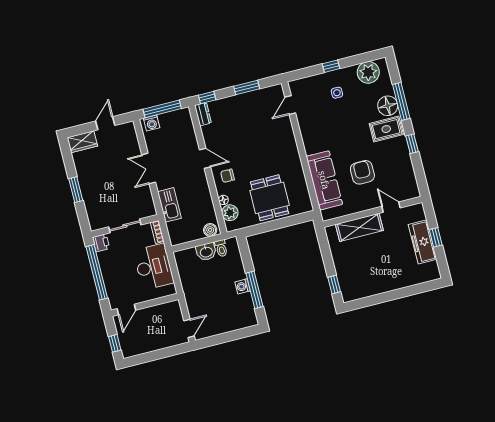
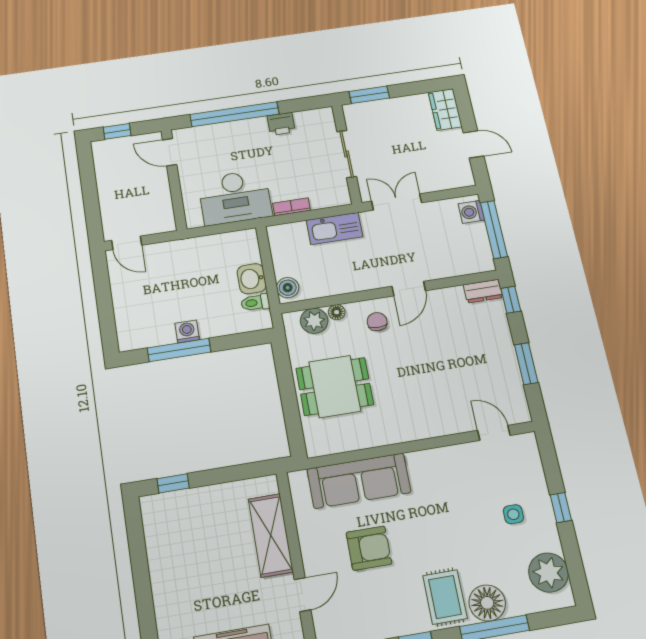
sliding door: (125, 226) -> (347, 154), moved
wall: (125, 226) -> (347, 154), moved

